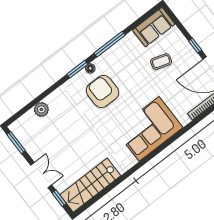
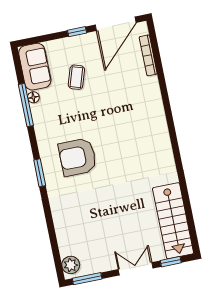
window: (110, 44) -> (26, 105), moved
floor lamp: (90, 68) -> (33, 97), moved
plant: (41, 109) -> (71, 265), moved
corner sofa: (149, 129) -> (143, 126), removed

